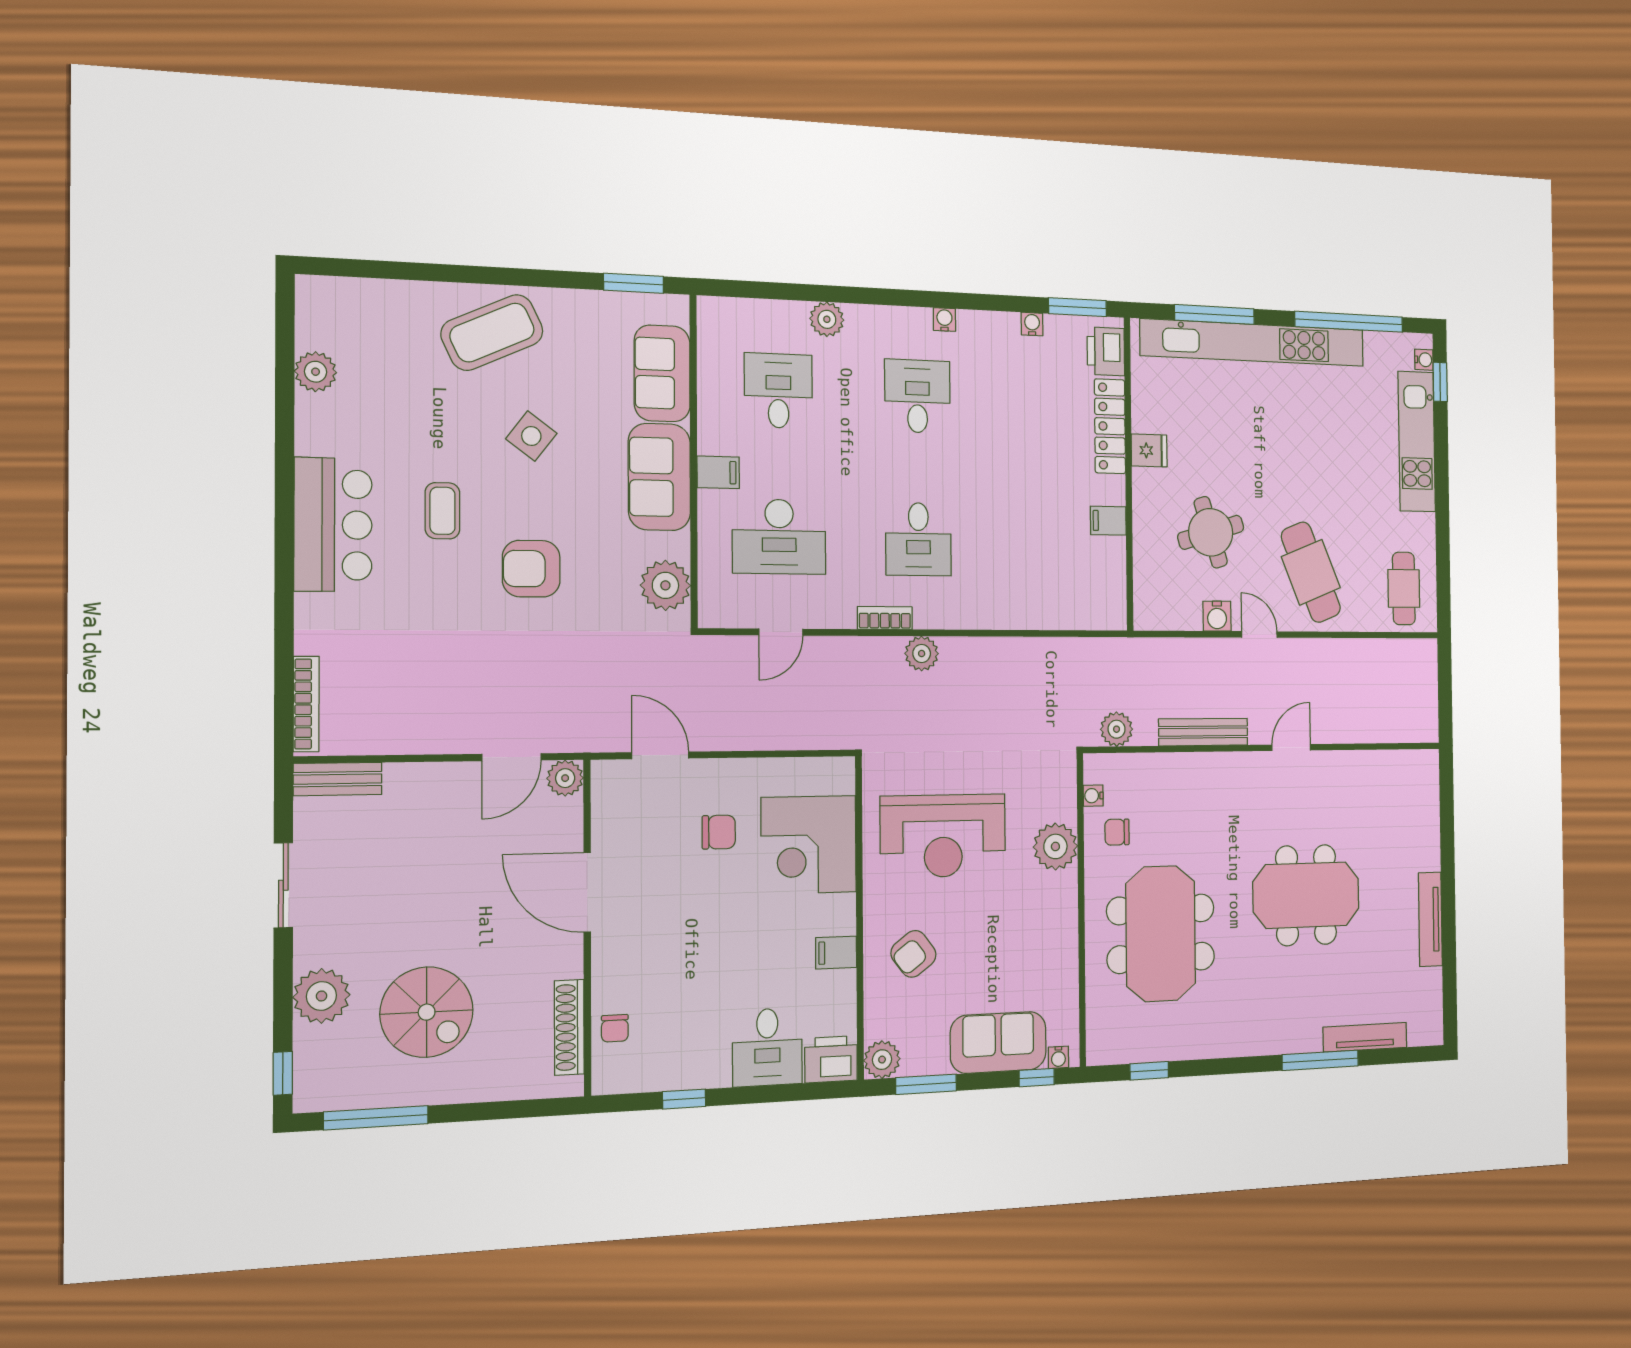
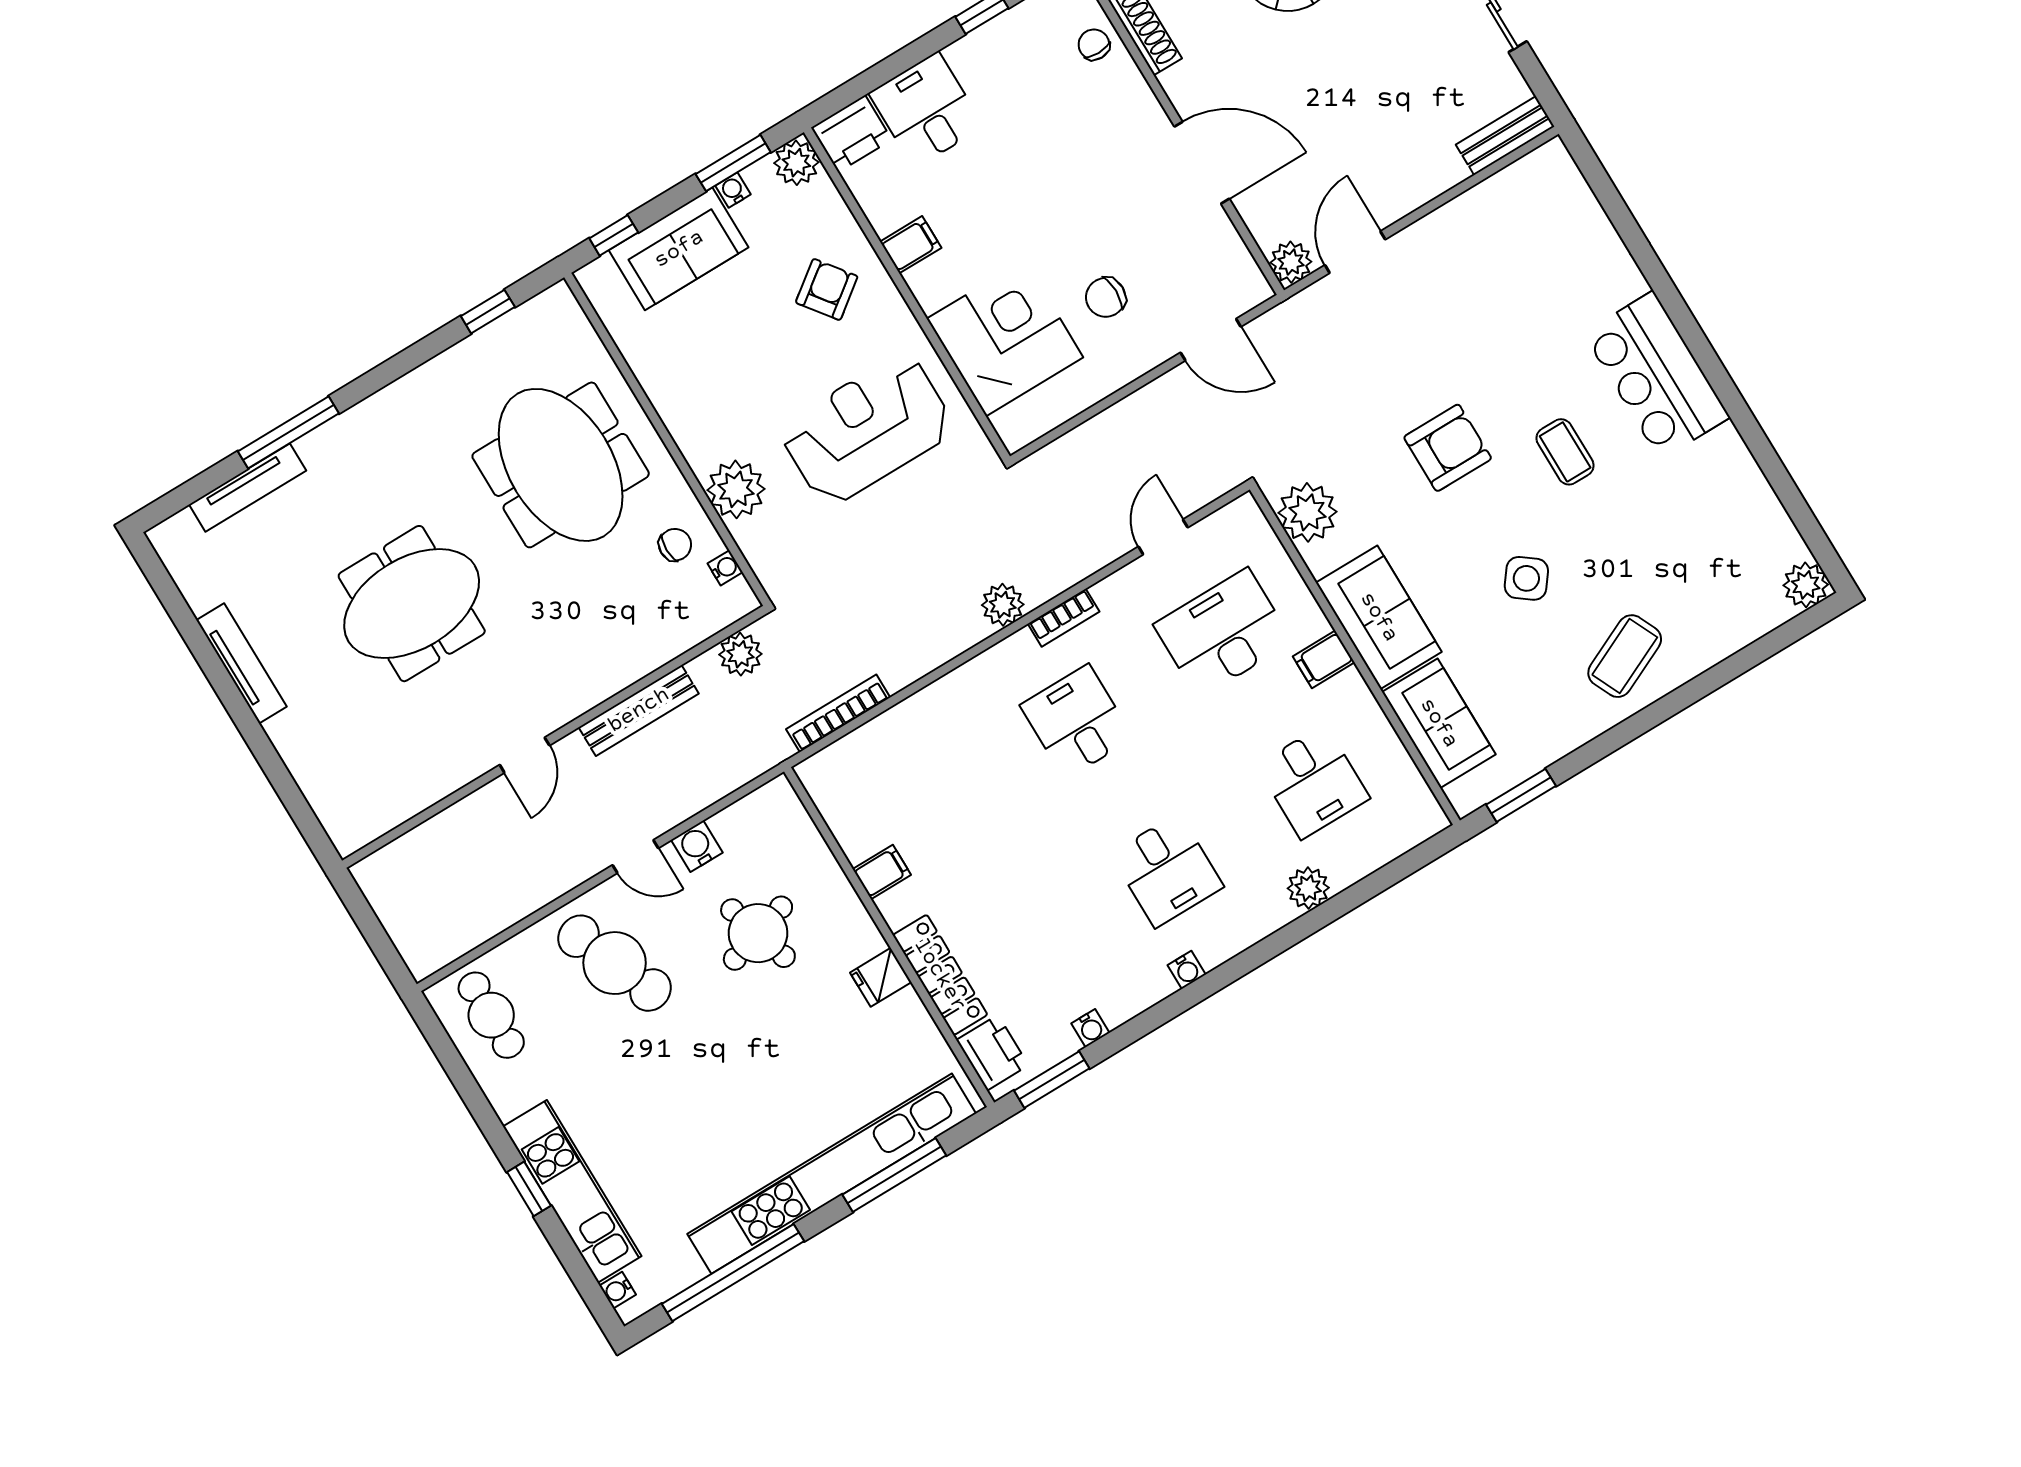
coffee table: (492, 333) -> (1625, 656), width x0.73, depth x0.76
plant: (316, 372) -> (1806, 585), moved
window: (1440, 382) -> (529, 1189), moved
bookcase: (306, 704) -> (838, 713), moved, turned 90
water cooler: (1058, 1057) -> (733, 190), moved

